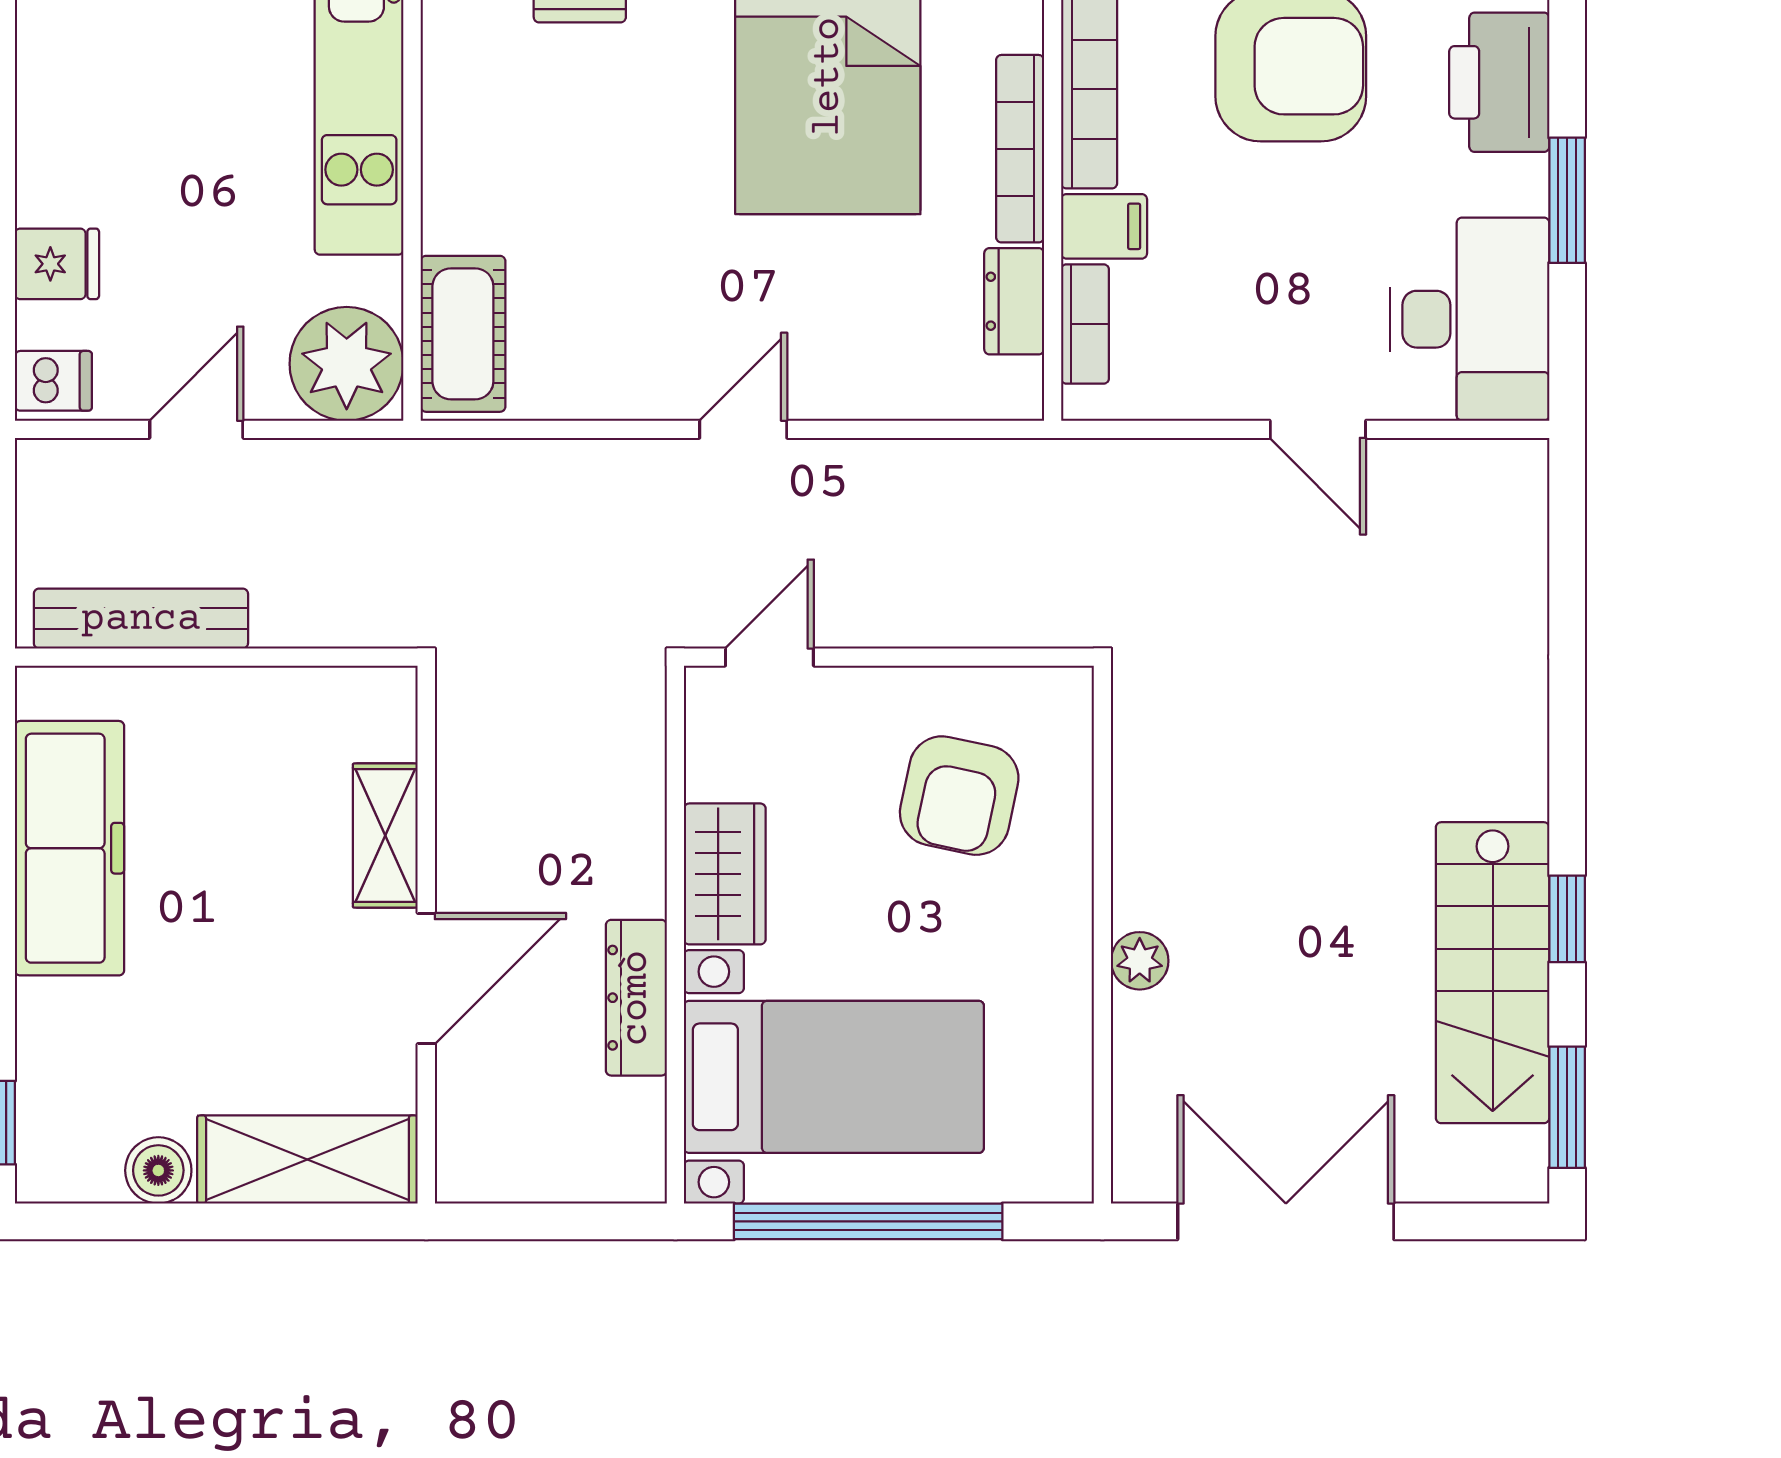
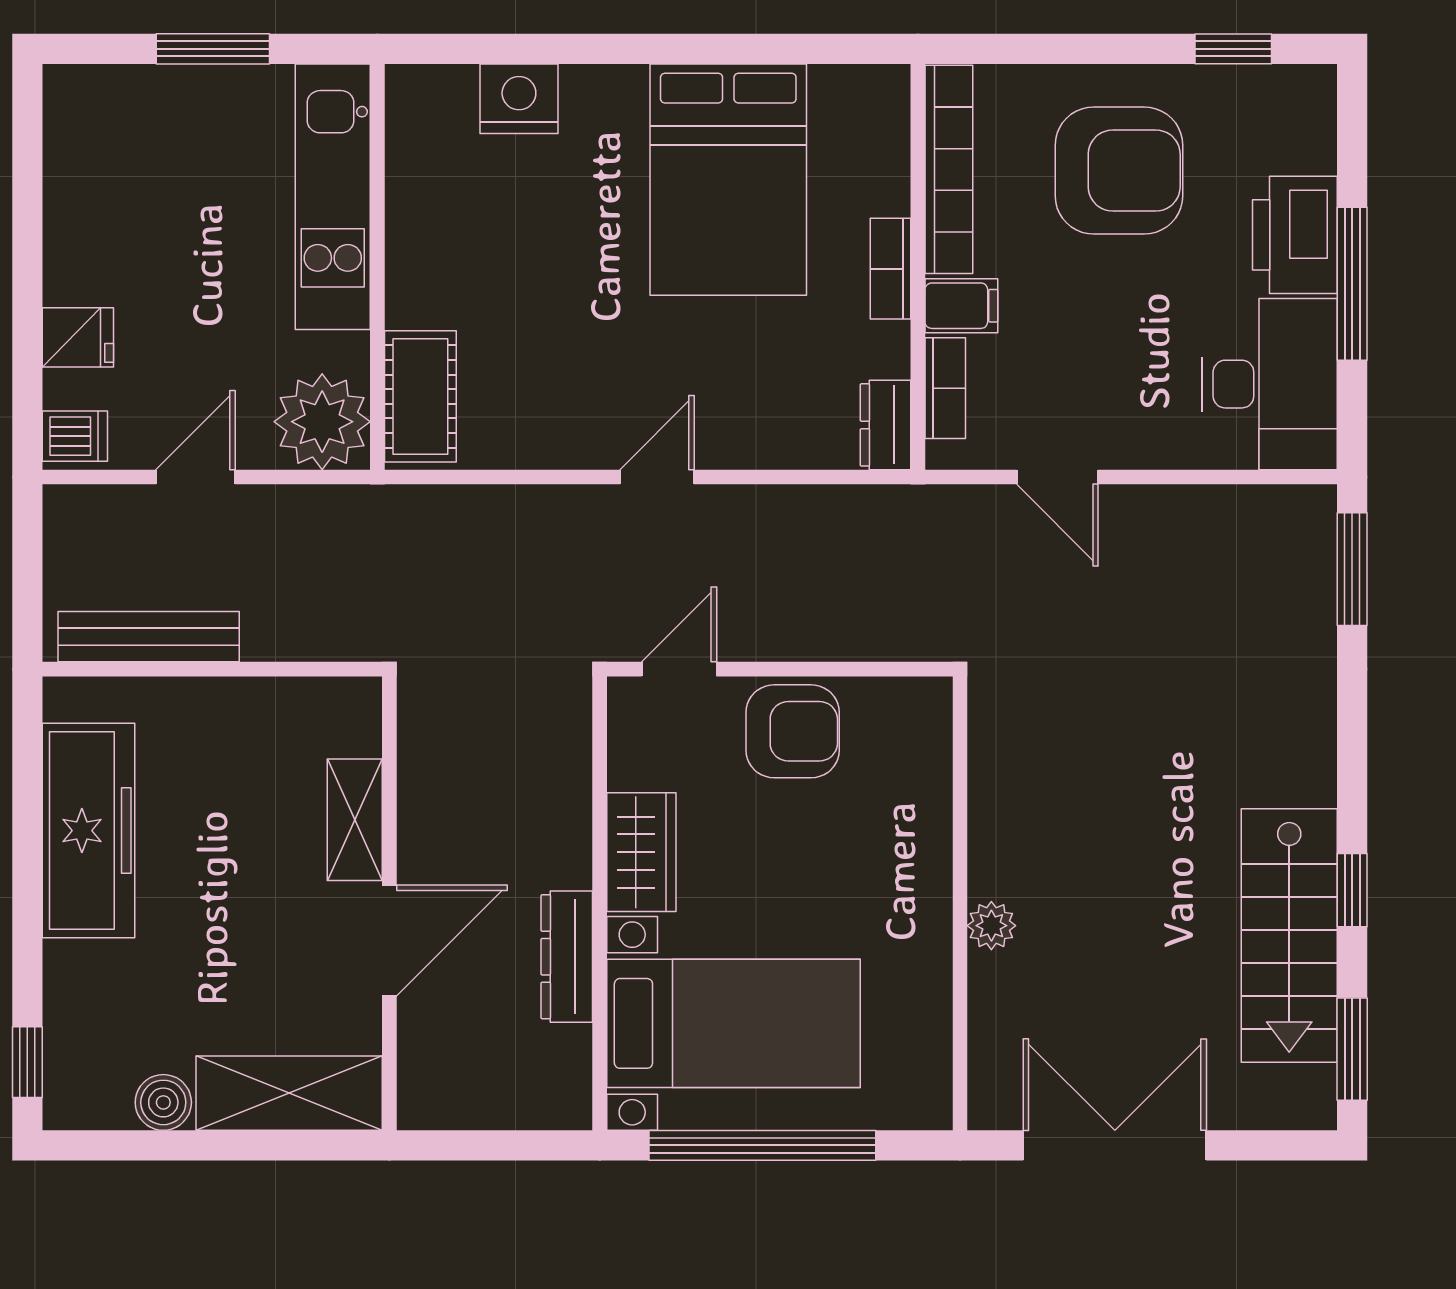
printer: (1499, 82) -> (1295, 235), moved
bookcase: (1020, 149) -> (890, 269), width x0.64
window: (1567, 200) -> (1352, 284), width x1.44
dresser: (1014, 301) -> (886, 425), moved
door: (1318, 429) -> (1057, 477), moved
window: (1567, 539) -> (1352, 569), added
armchair: (959, 796) -> (793, 731), moved, turned -102

